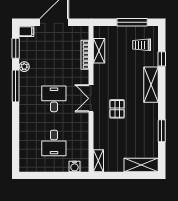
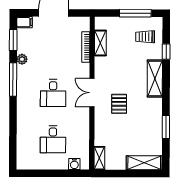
desk: (54, 99) -> (53, 93), turned 180

